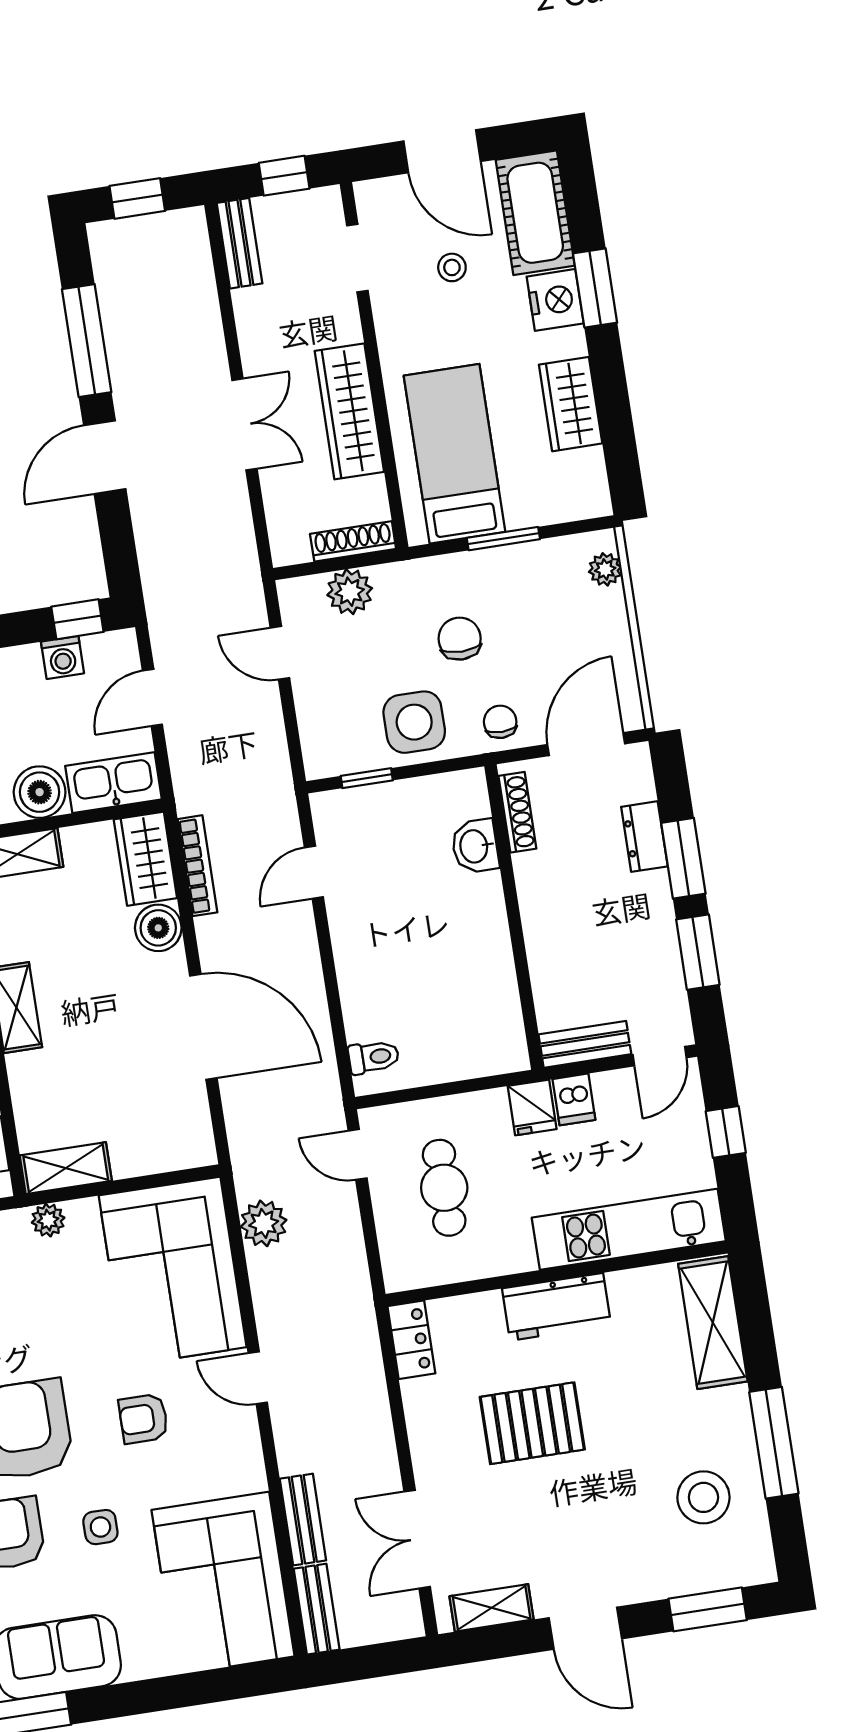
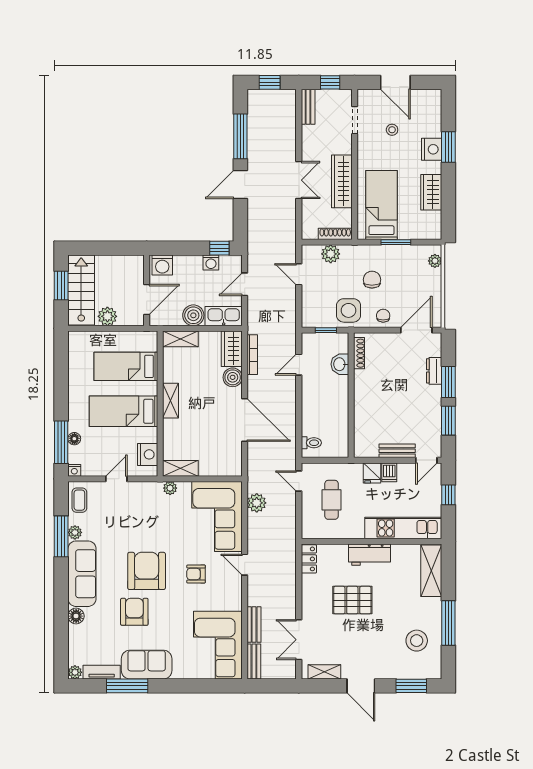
cot: (535, 213) -> (429, 113), removed
shoe rack: (517, 812) -> (359, 353), moved
washbasin: (475, 846) -> (340, 364), moved
wall: (514, 917) -> (351, 395), moved
side table: (100, 1527) -> (172, 615), removed

